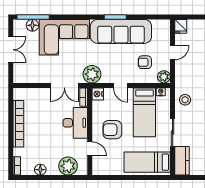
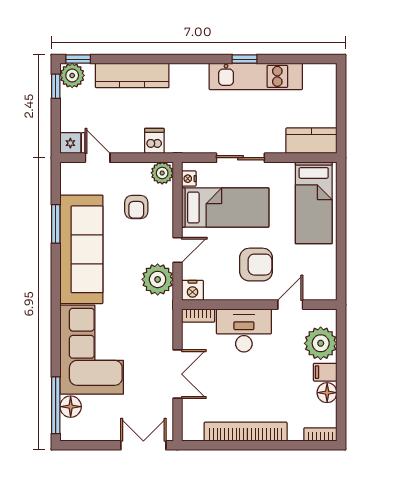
window: (115, 17) -> (56, 224), moved
double door: (11, 50) -> (143, 445), moved
door: (173, 53) -> (98, 158), moved
dishwasher: (182, 72) -> (154, 141), added
plant: (92, 74) -> (158, 279), moved
double door: (64, 85) -> (177, 374), moved
stool: (185, 100) -> (203, 135), removed
armchair: (112, 130) -> (256, 265), turned -90
sliding door: (173, 132) -> (240, 158), moved
filing cabinet: (52, 169) -> (325, 372), added

